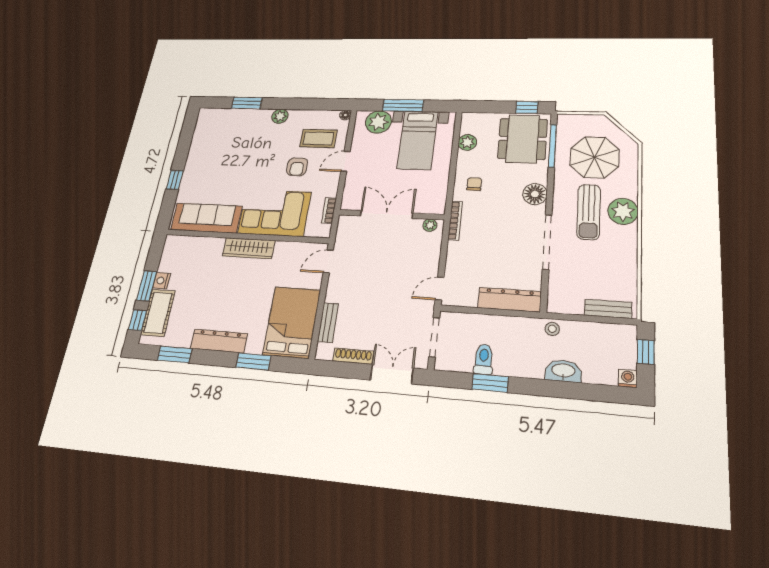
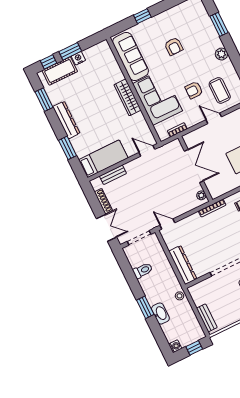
armchair: (233, 163) -> (174, 46), added
bed: (292, 322) -> (103, 159), width x0.67
window: (490, 383) -> (145, 307), moved

